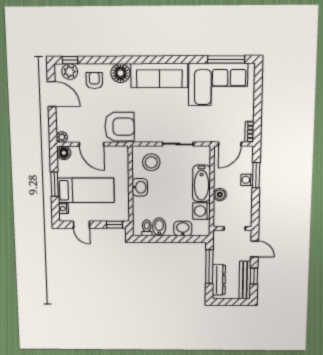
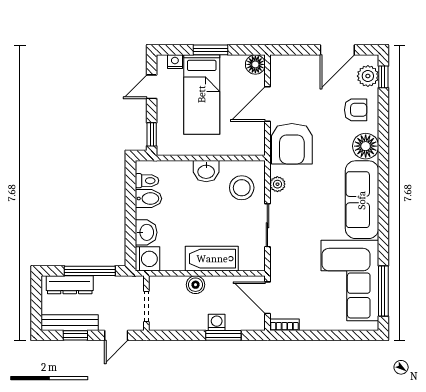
plant: (62, 137) -> (277, 184), moved
washing machine: (201, 211) -> (147, 259), moved, turned 90

